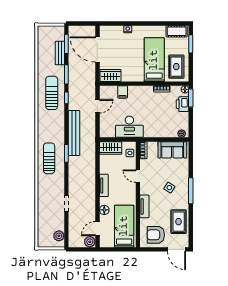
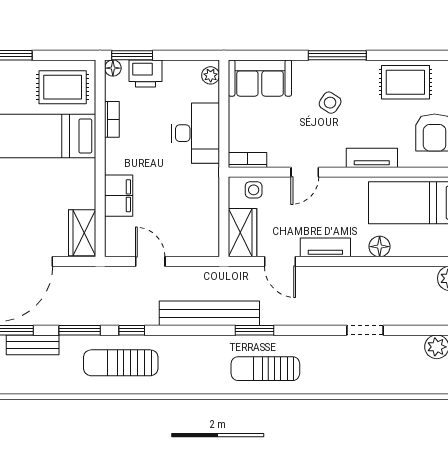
filing cabinet: (123, 92) -> (119, 196), width x2.00
desk: (129, 127) -> (196, 133), moved
sofa: (172, 150) -> (260, 78), moved, turned 90
door: (97, 229) -> (280, 262), moved

